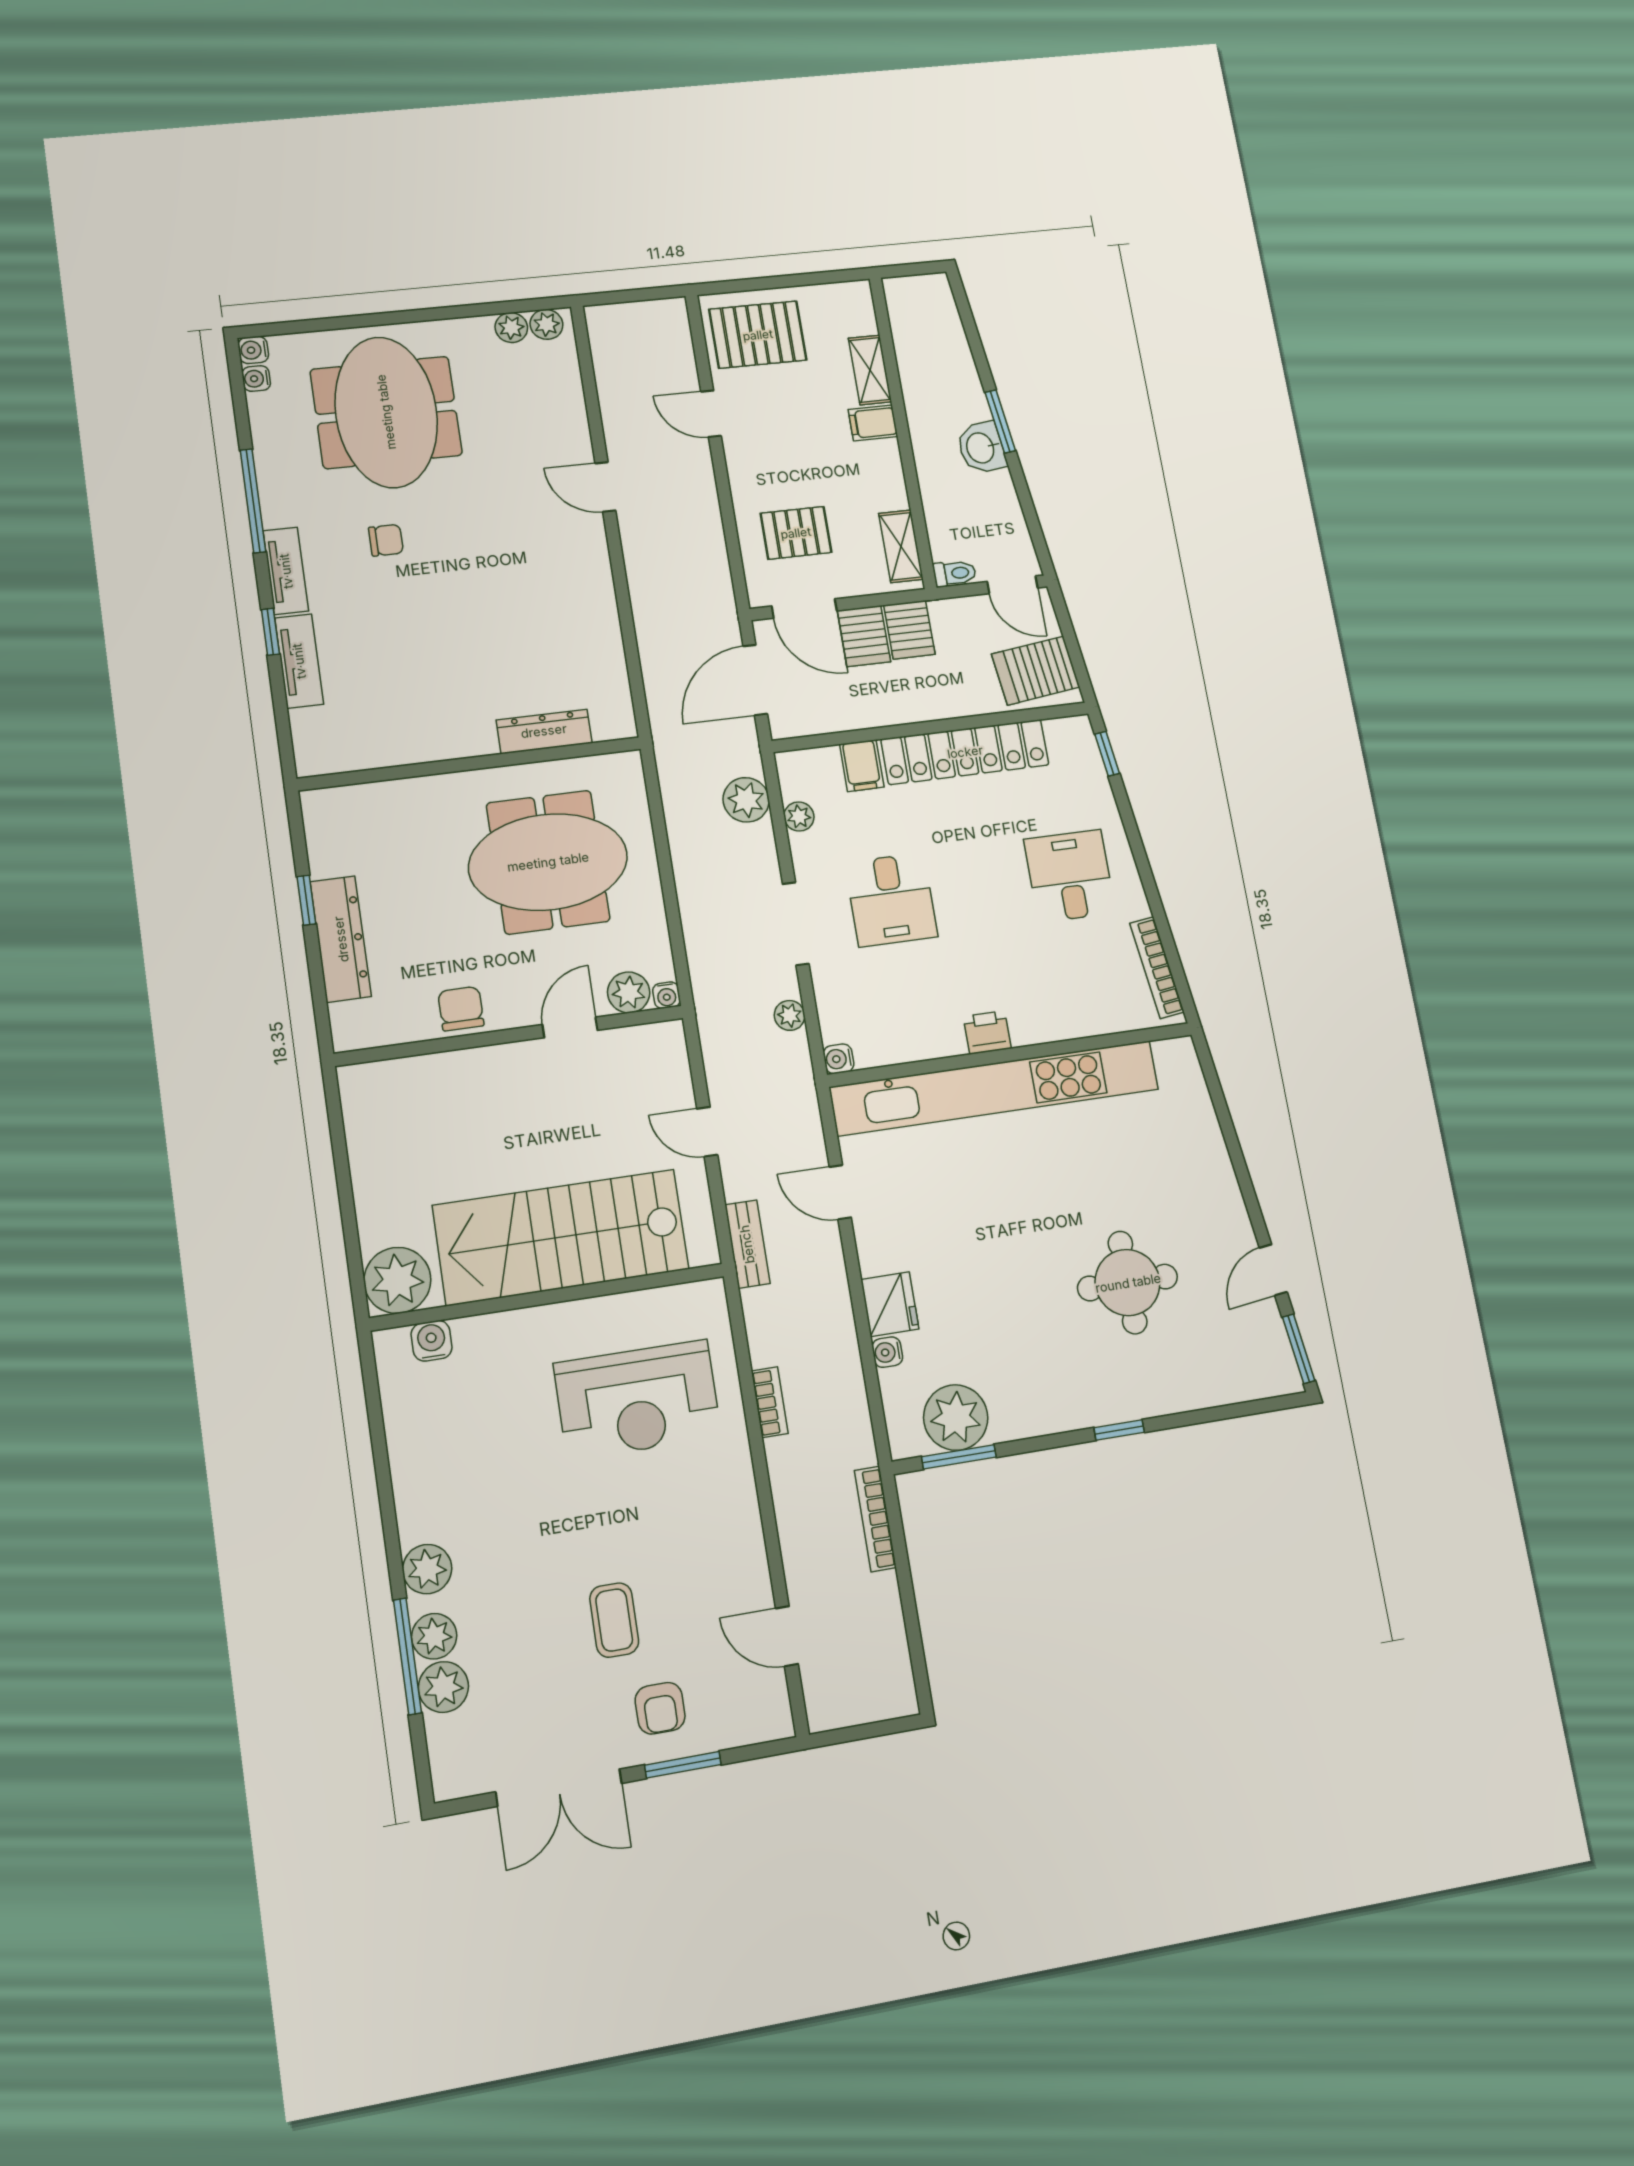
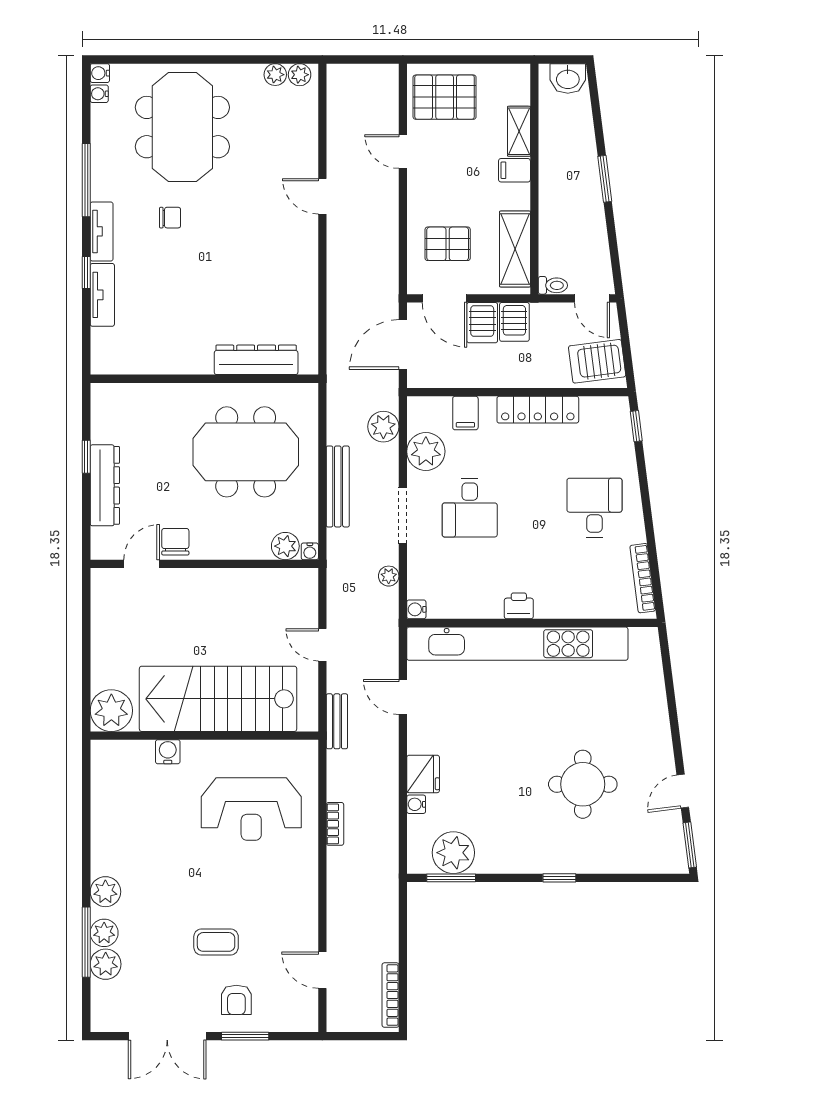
washbasin: (981, 448) -> (568, 78), moved, turned -83
shelving: (901, 546) -> (515, 249), width x1.50, depth x1.33
dresser: (544, 731) -> (256, 360), width x1.37, depth x1.24
locker: (965, 752) -> (538, 410), width x0.71, depth x0.83
plant: (799, 816) -> (426, 451), width x1.87, depth x1.87
bench: (693, 895) -> (338, 486), added
door: (570, 1027) -> (142, 564), moved
water cooler: (432, 1341) -> (168, 752), moved
bookcase: (875, 1519) -> (391, 995), moved
coffee table: (614, 1620) -> (216, 942), turned 90

